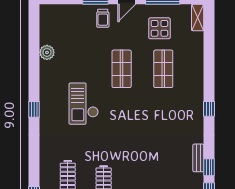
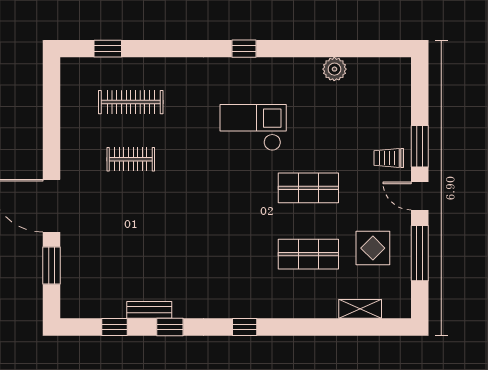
shelving: (198, 18) -> (360, 309), moved
bench: (198, 158) -> (149, 310), moved
window: (209, 167) -> (170, 327), moved

